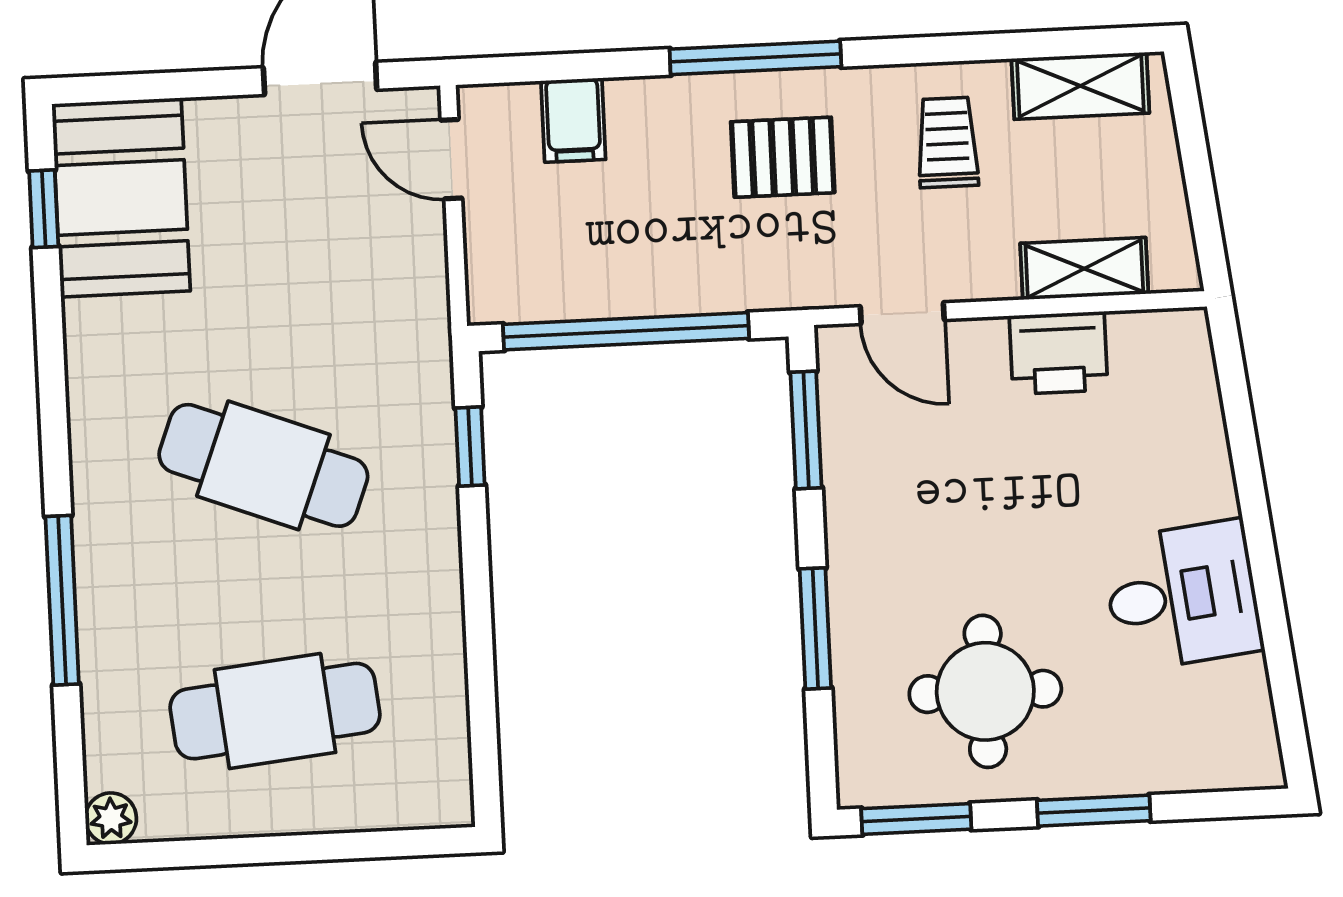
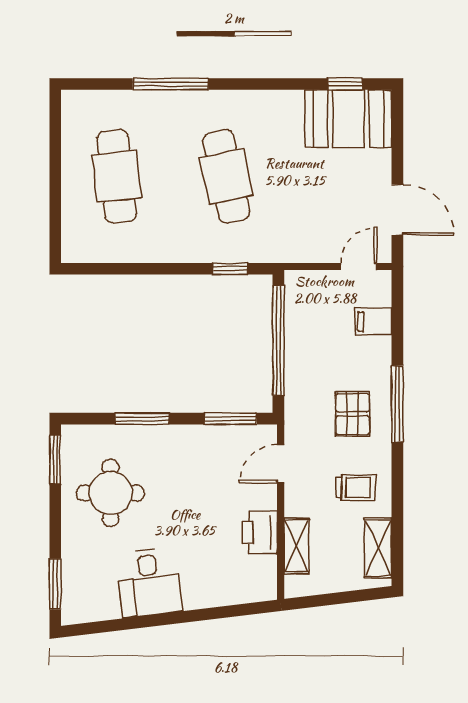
cafe table: (263, 465) -> (226, 176), turned -33
window: (1094, 811) -> (55, 584), moved
plant: (111, 818) -> (72, 101), removed

